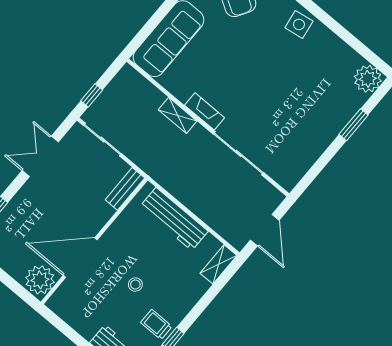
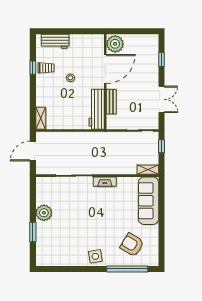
plant: (368, 79) -> (44, 213), moved
shelving: (178, 115) -> (148, 170), moved
bench: (125, 189) -> (111, 102), moved
workbench: (174, 219) -> (97, 109), moved, turned -90
door: (265, 230) -> (33, 151), hinge flipped

